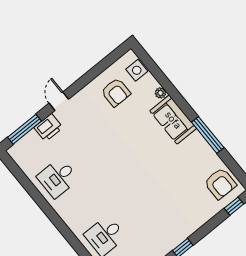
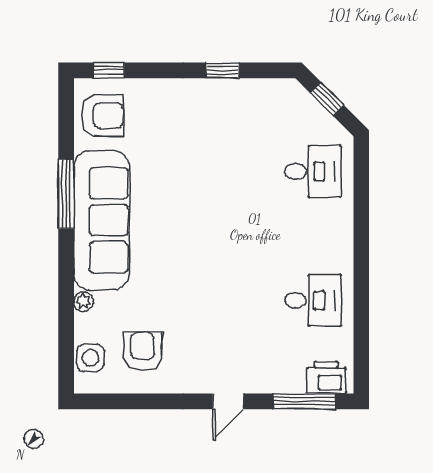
sofa: (173, 120) -> (101, 220), width x1.85, depth x1.27
printer: (48, 128) -> (326, 377), moved
armchair: (220, 184) -> (102, 116), turned 90

